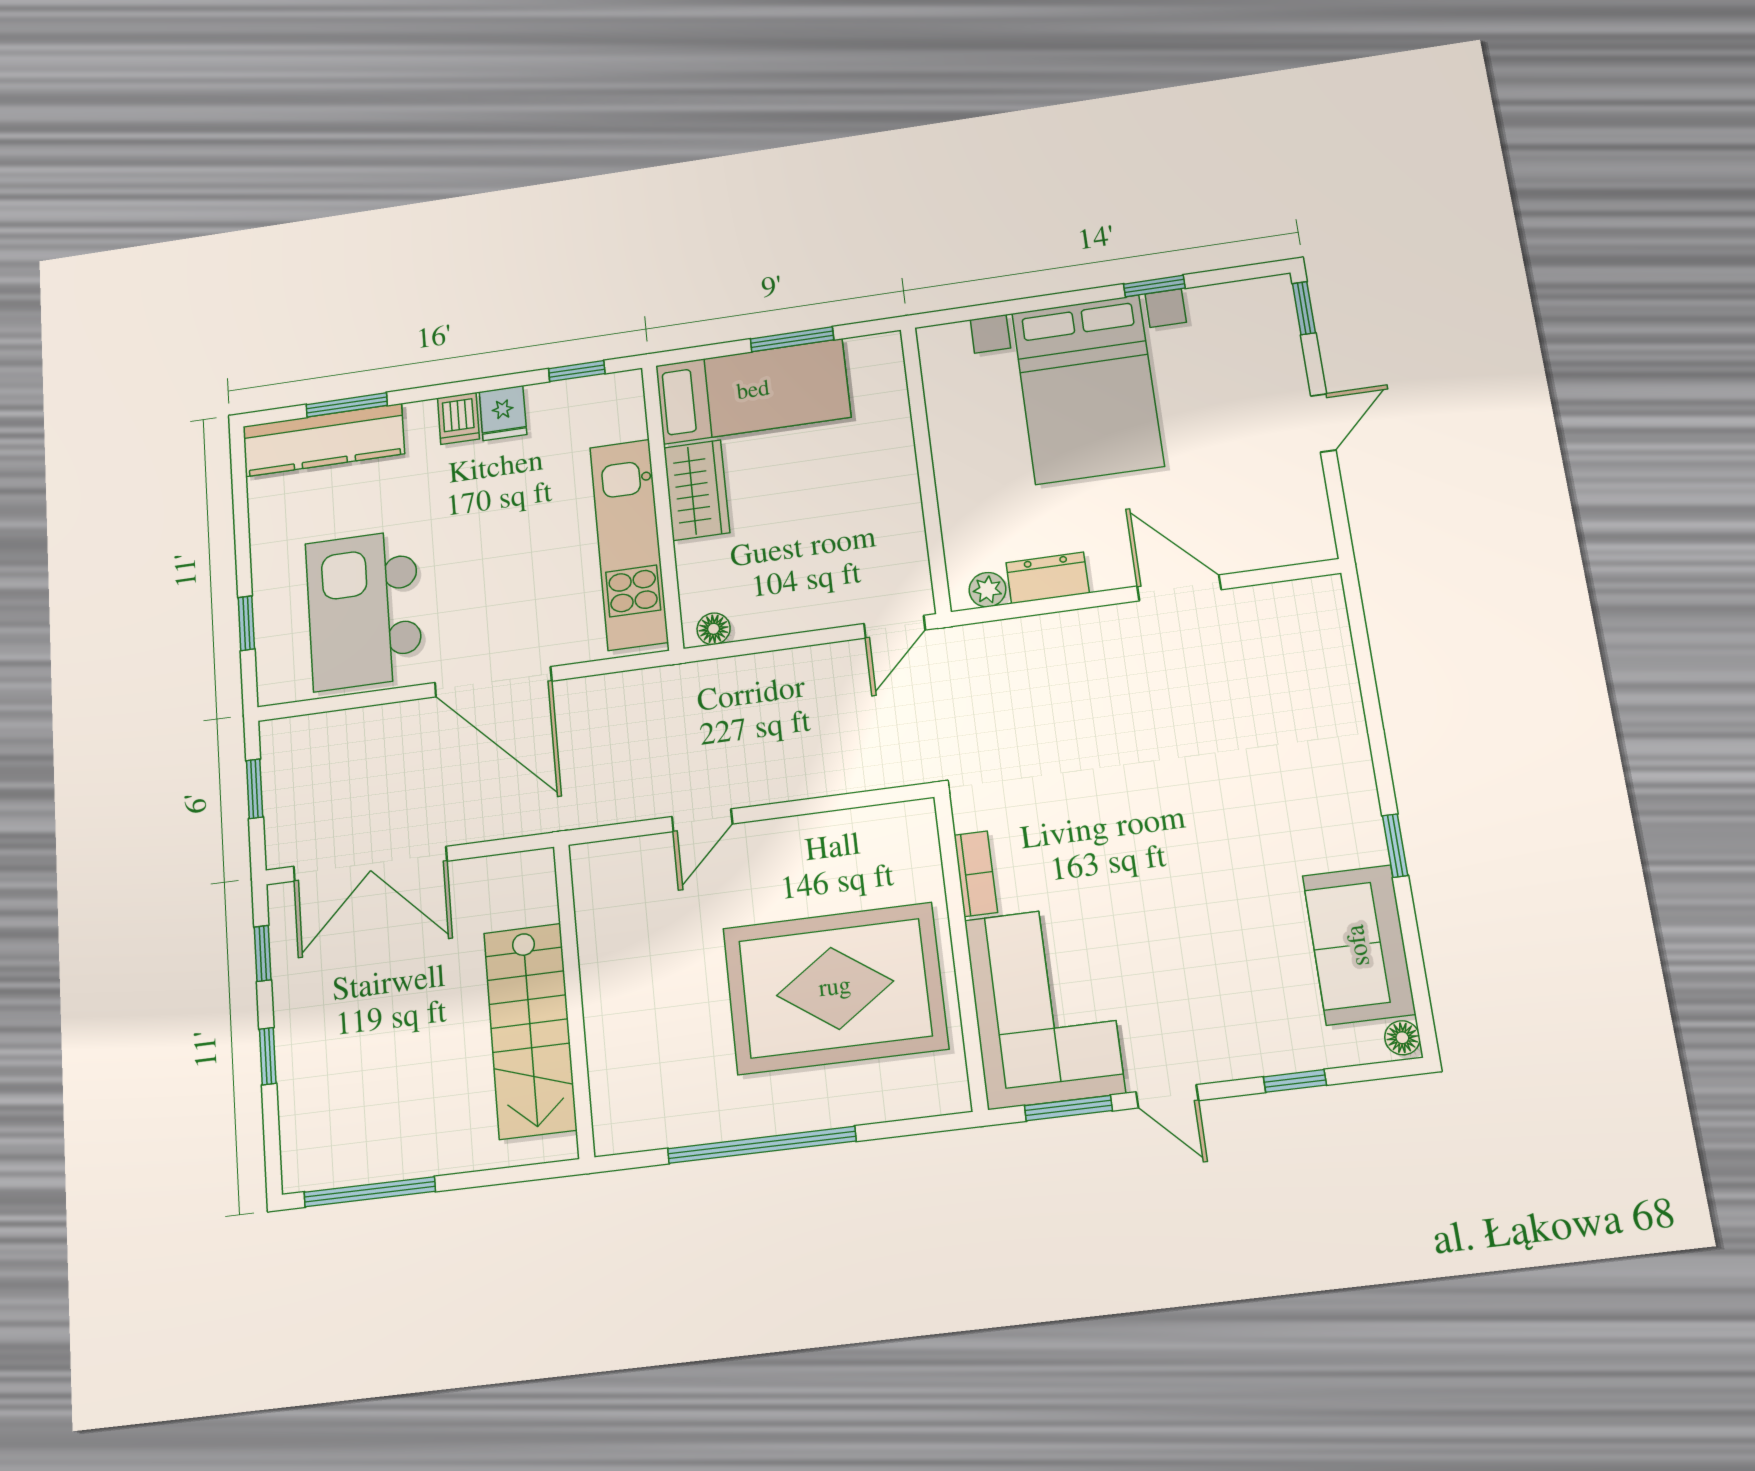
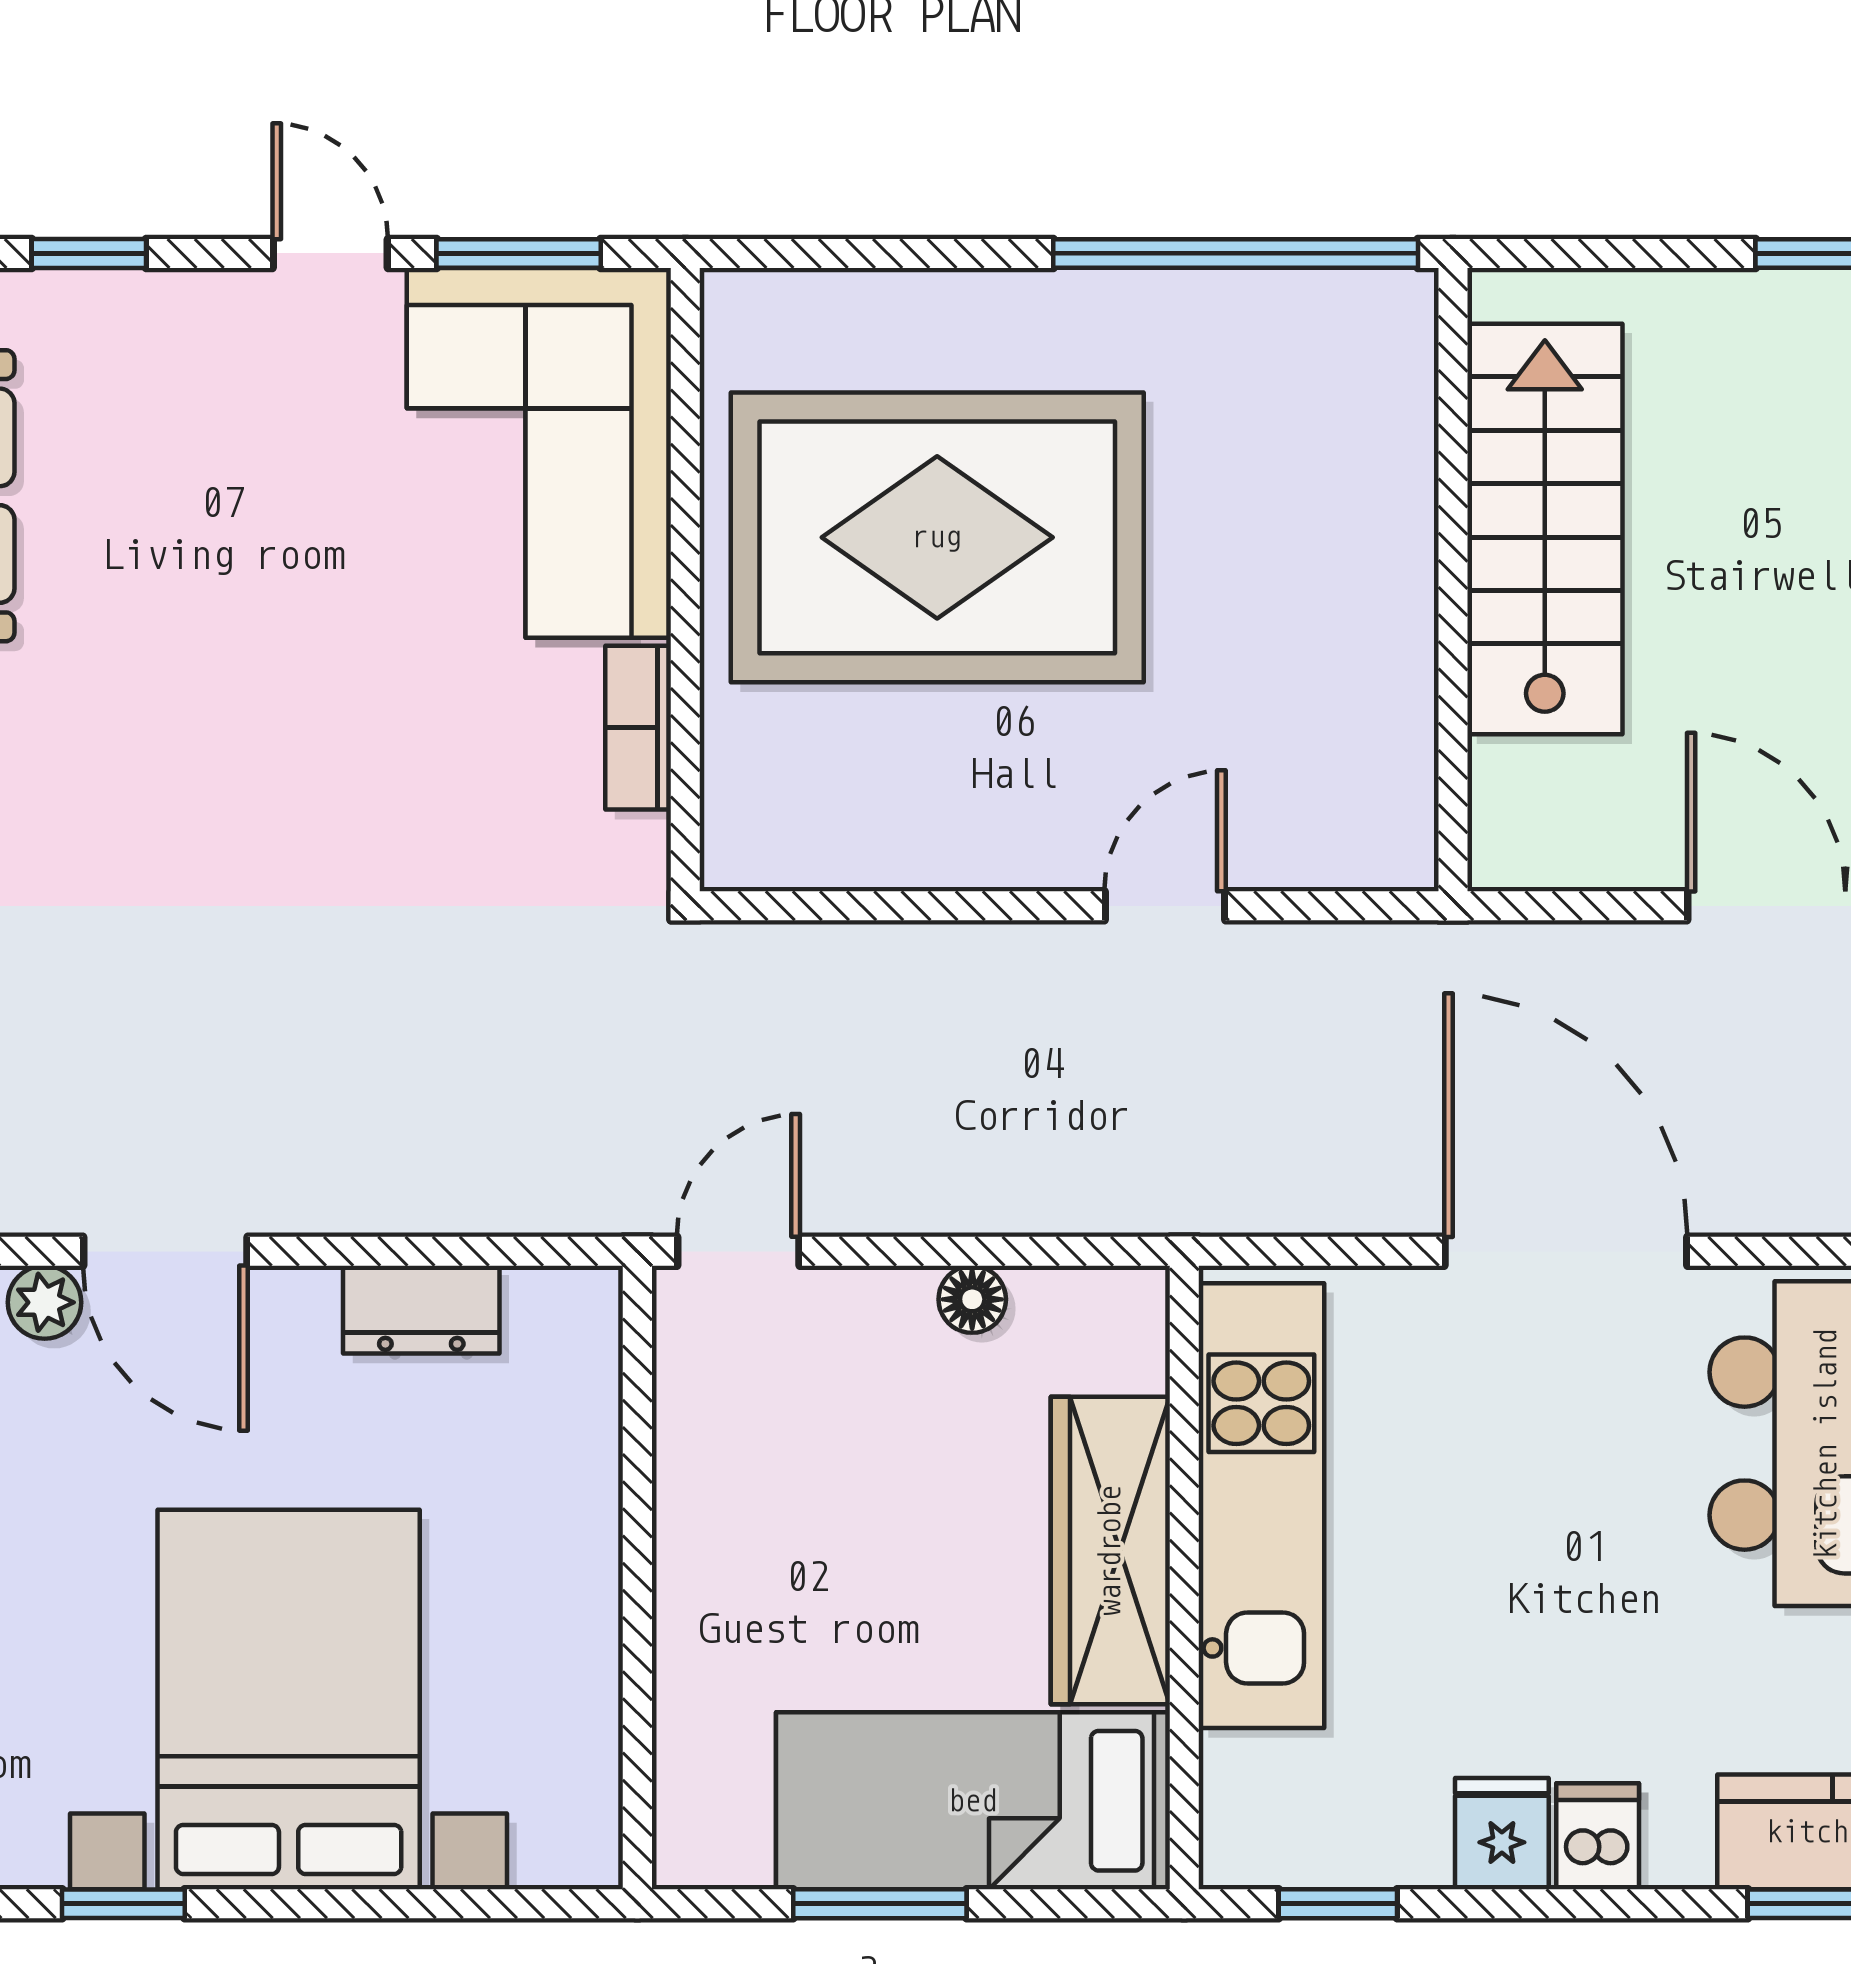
wardrobe: (697, 490) -> (1110, 1551), width x1.50
plant: (988, 590) -> (45, 1302), moved
floor lamp: (714, 629) -> (972, 1299), moved
window: (762, 1145) -> (1236, 253), moved

